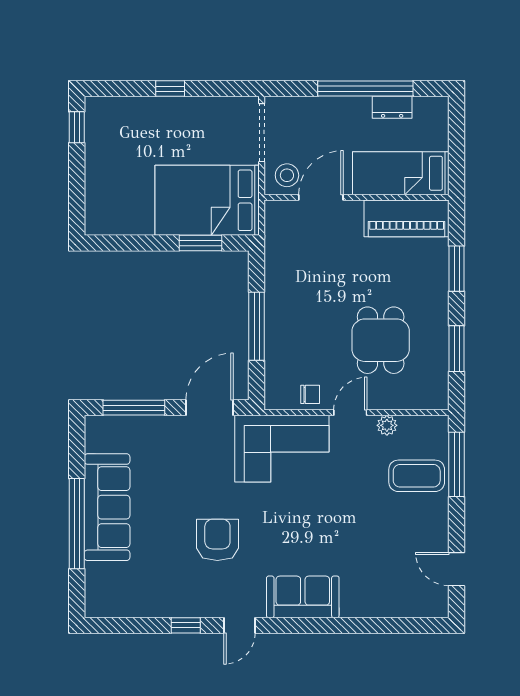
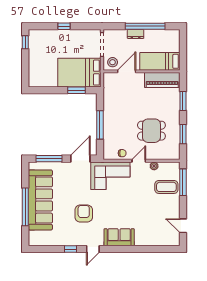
dresser: (392, 107) -> (136, 34), moved
dining table: (381, 340) -> (151, 131), turned 90
sofa: (107, 507) -> (40, 200), width x1.36, depth x1.27

